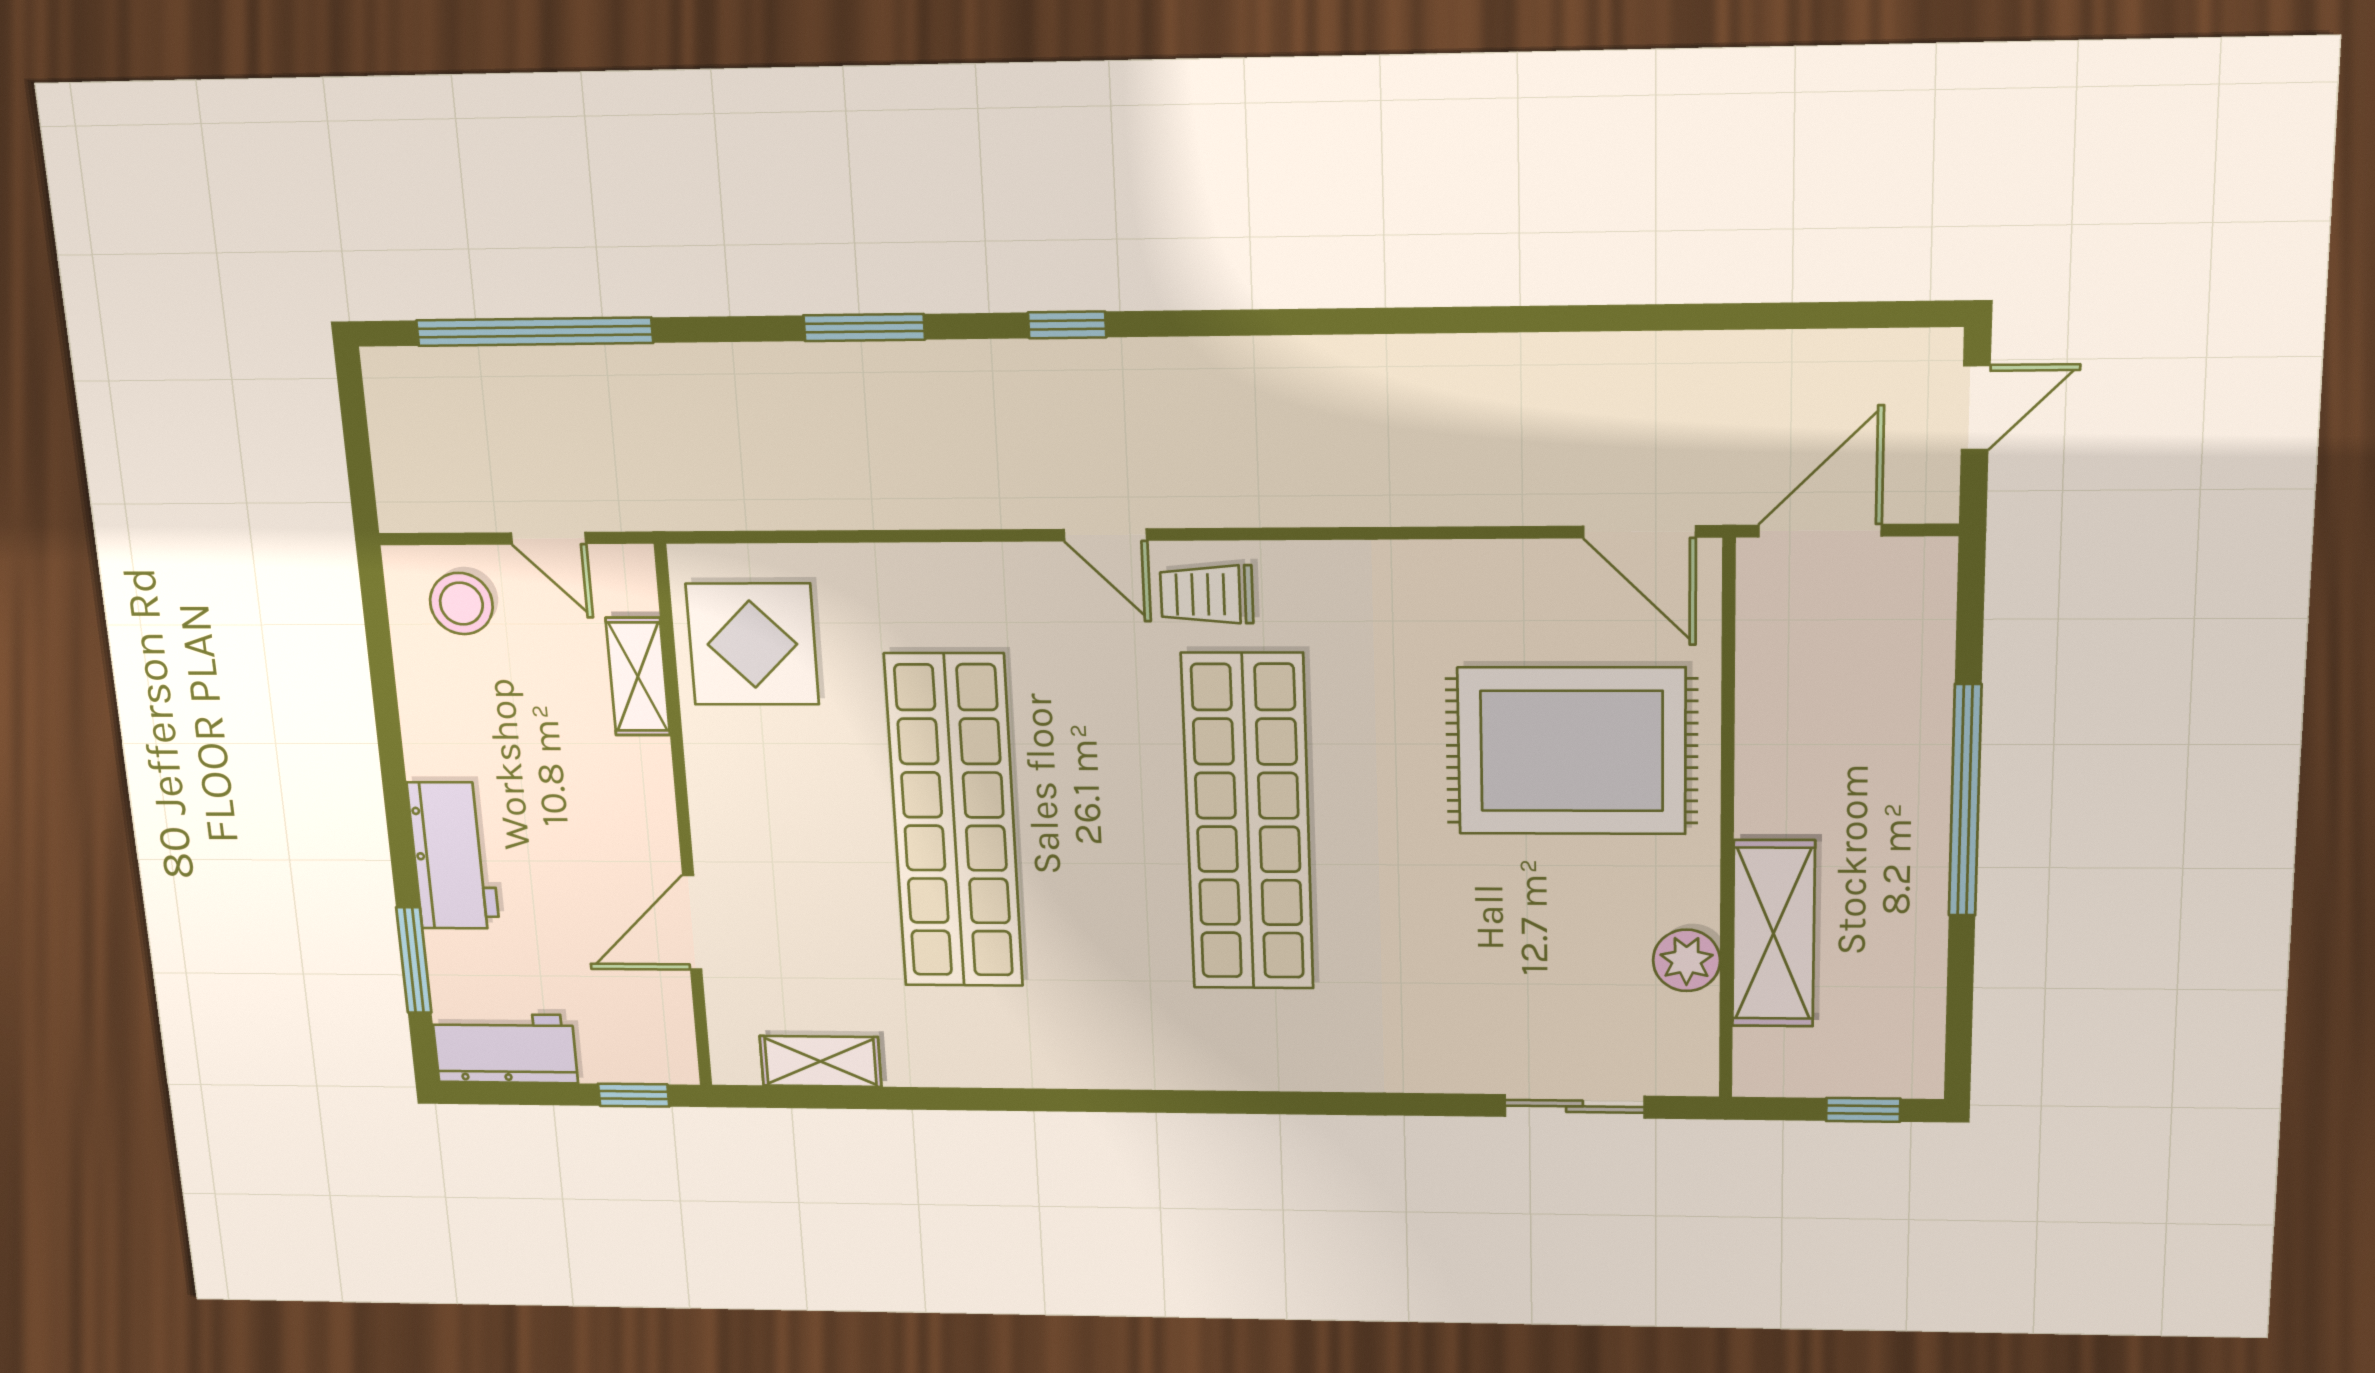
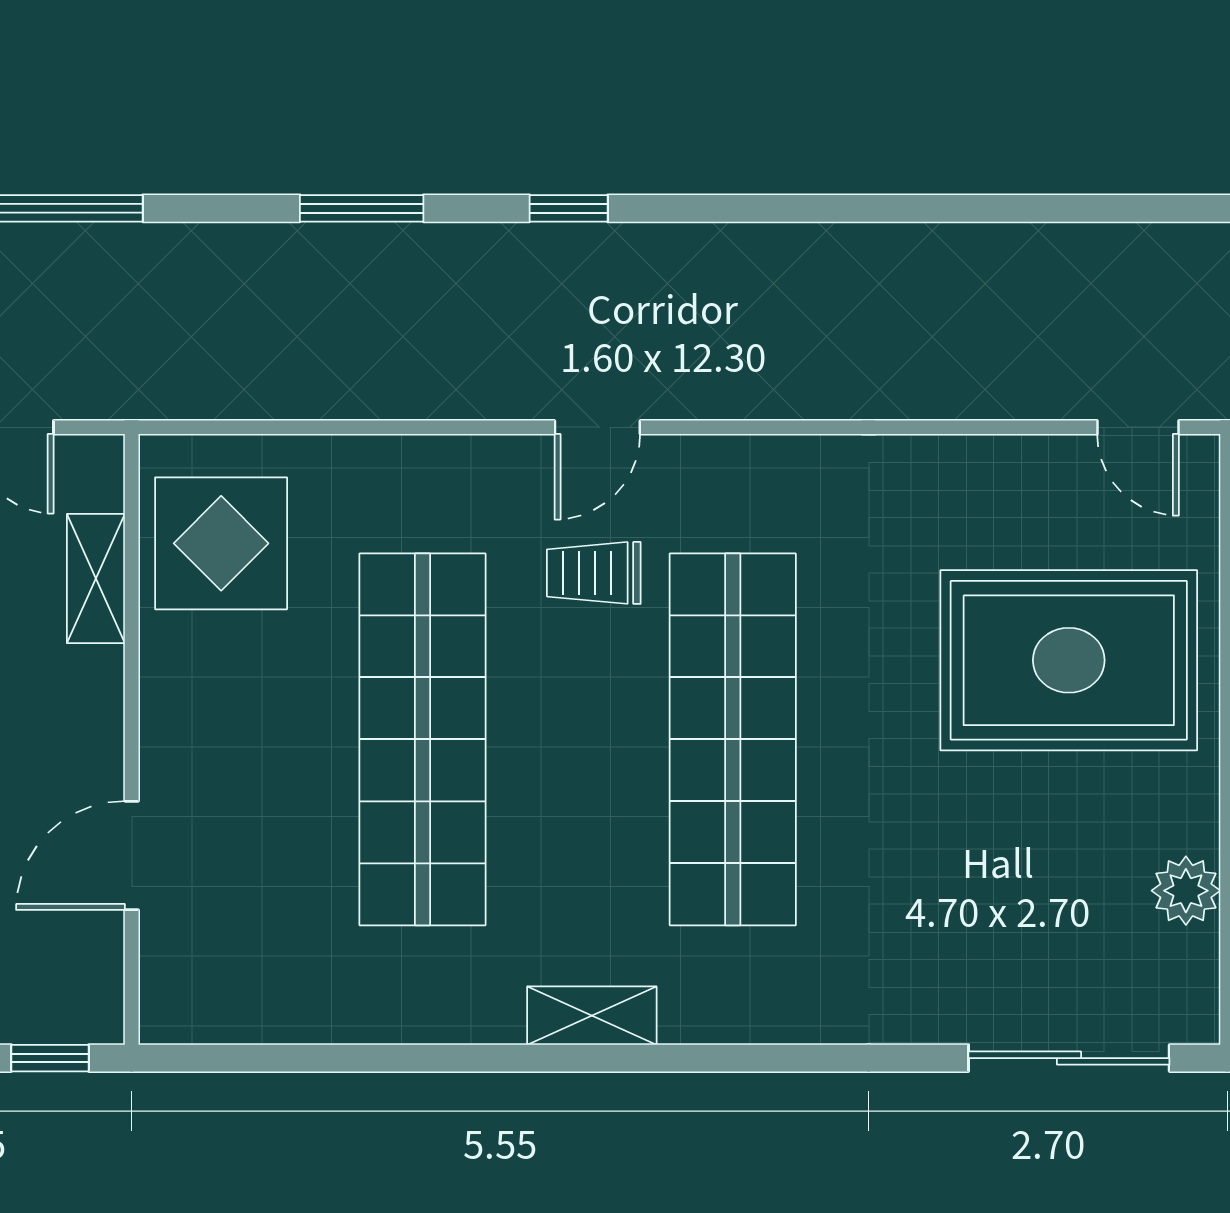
door: (1639, 532) -> (1138, 427), width x0.73
door: (1105, 535) -> (597, 427), hinge flipped
trolley: (1207, 594) -> (594, 573), moved
shelving: (821, 1061) -> (592, 1016), moved
sliding door: (1574, 1106) -> (1069, 1058), width x1.37

